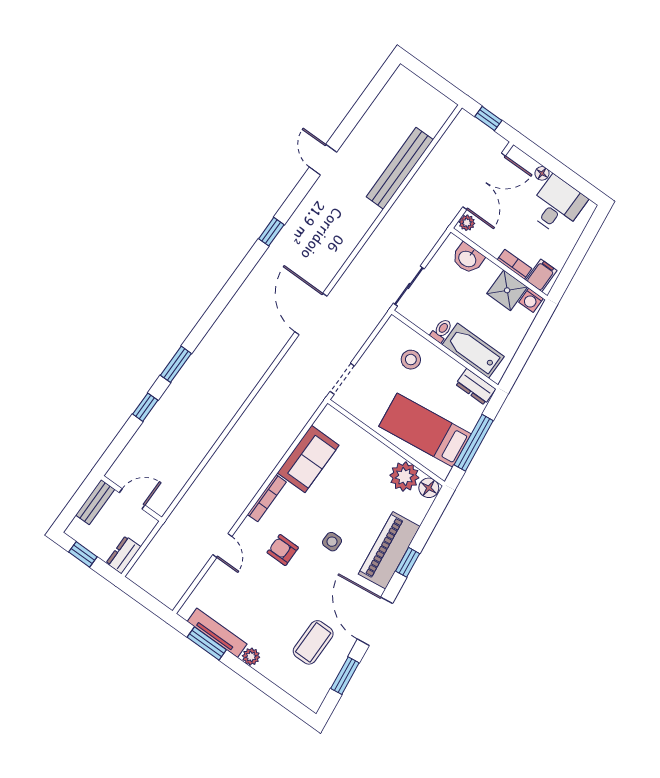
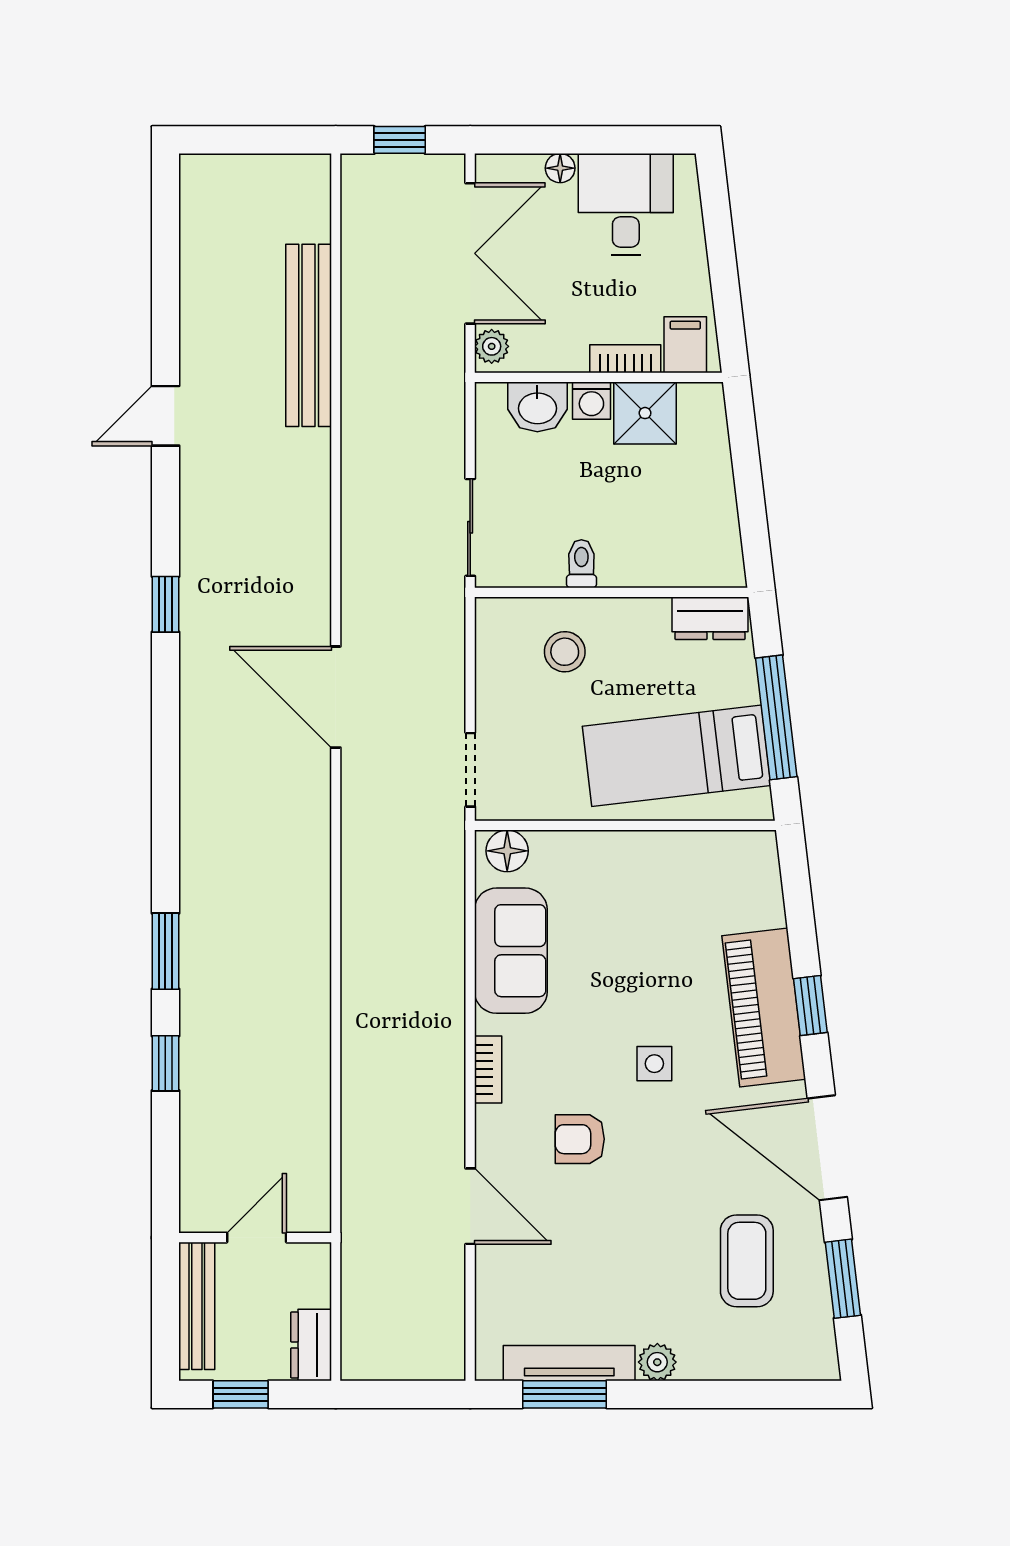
door: (323, 160) -> (165, 416), hinge flipped
washing machine: (531, 300) -> (591, 401), moved
bathtub: (473, 351) -> (661, 559), removed
plant: (404, 476) -> (699, 862), removed
floor lamp: (429, 488) -> (507, 851), moved
bookcase: (267, 498) -> (488, 1069), width x0.64
bench: (95, 502) -> (197, 1306), width x1.36
door: (222, 546) -> (470, 1206), width x1.38

